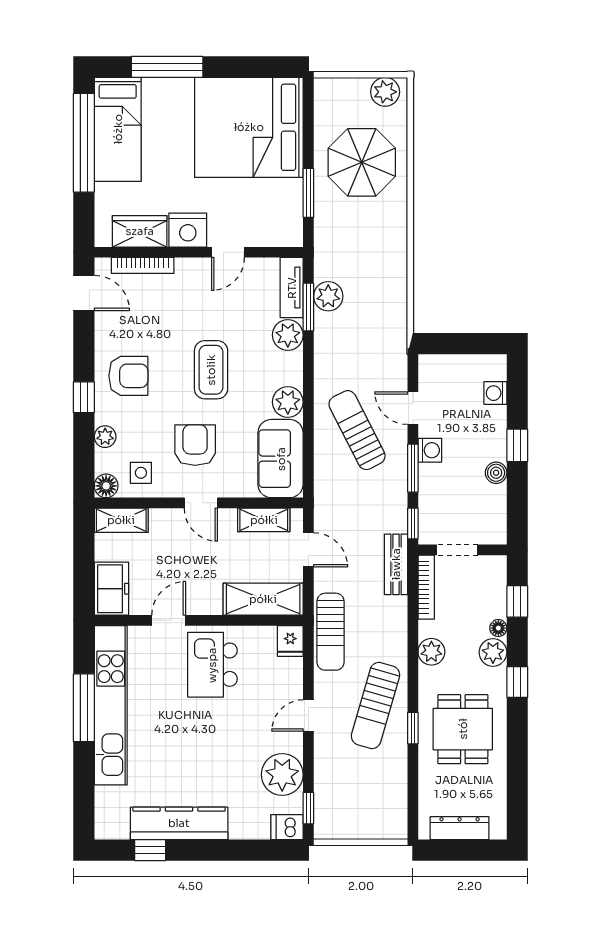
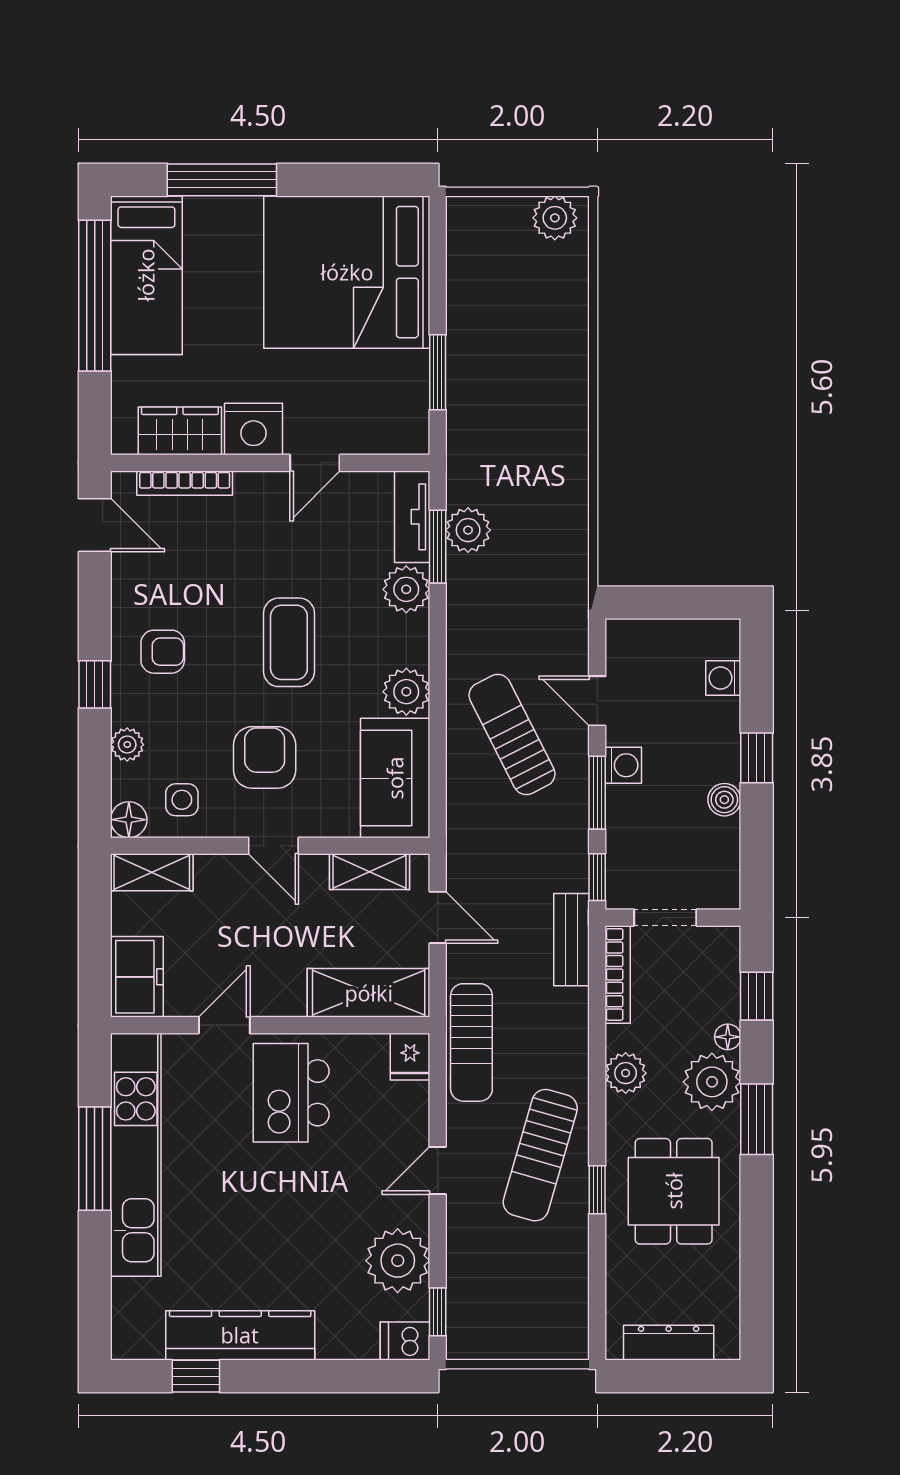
parasol: (362, 162) -> (519, 326), removed
armchair: (128, 376) -> (163, 652), width x0.72, depth x0.72
plant: (493, 652) -> (712, 1082), width x1.36, depth x1.36
window: (517, 682) -> (757, 1119), width x1.50

